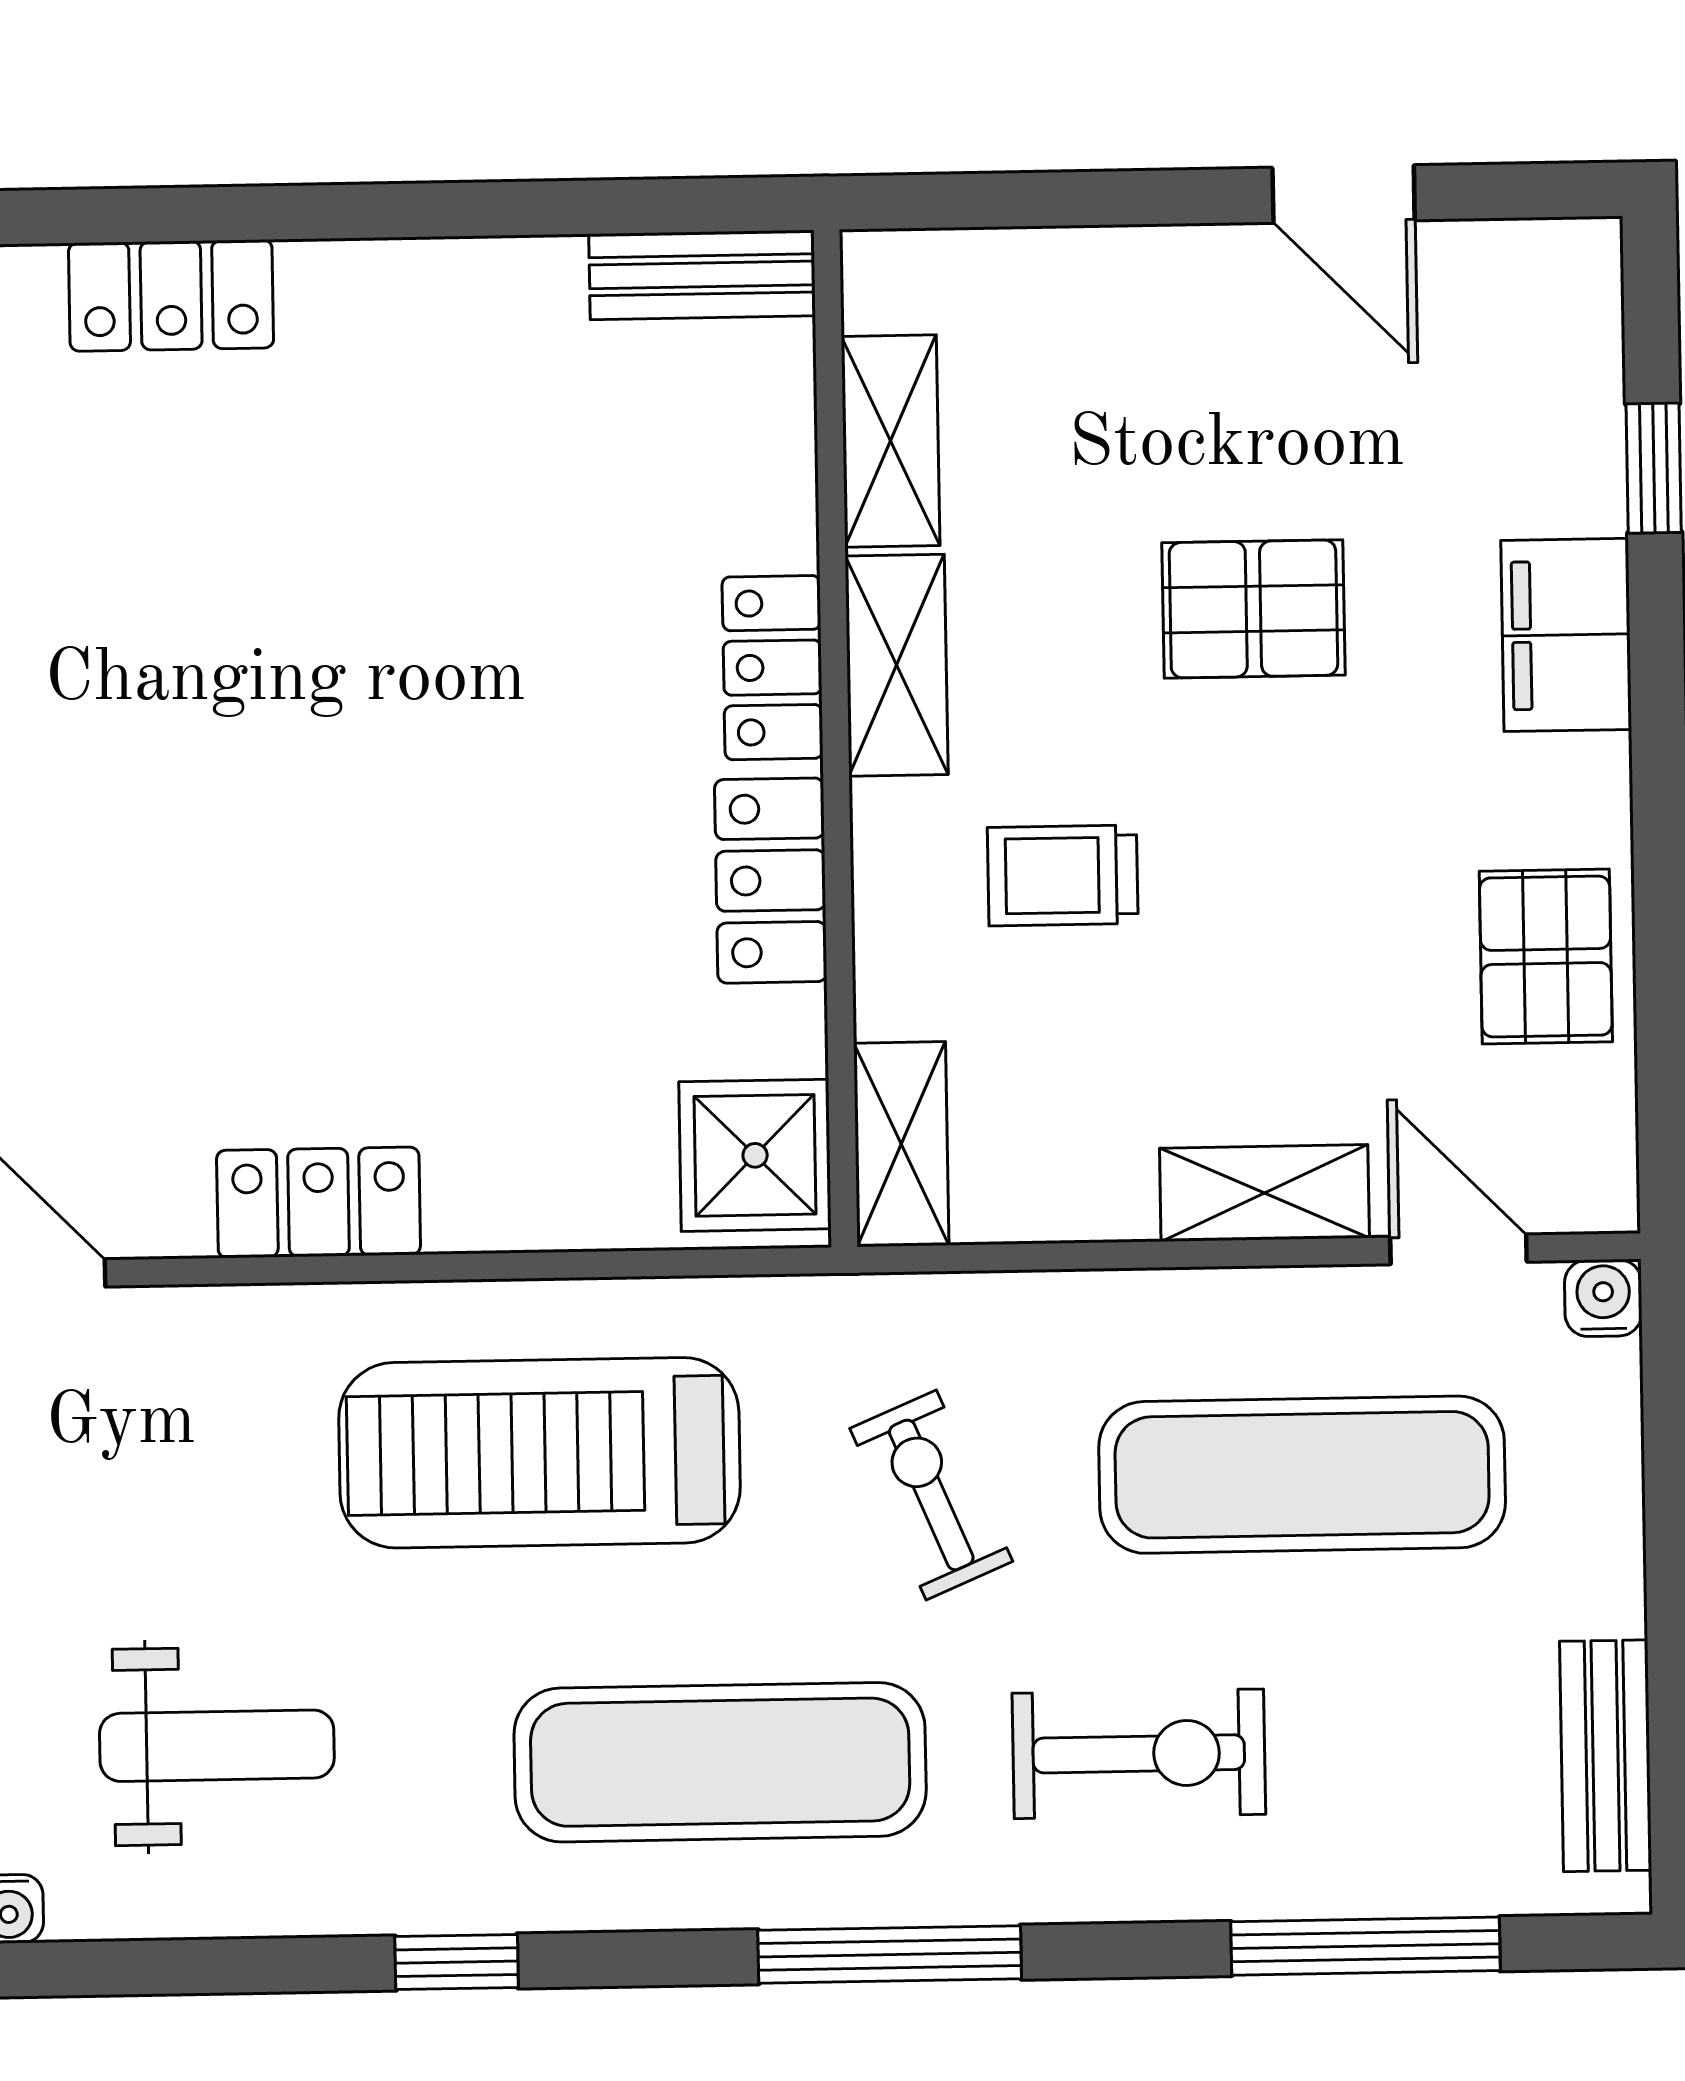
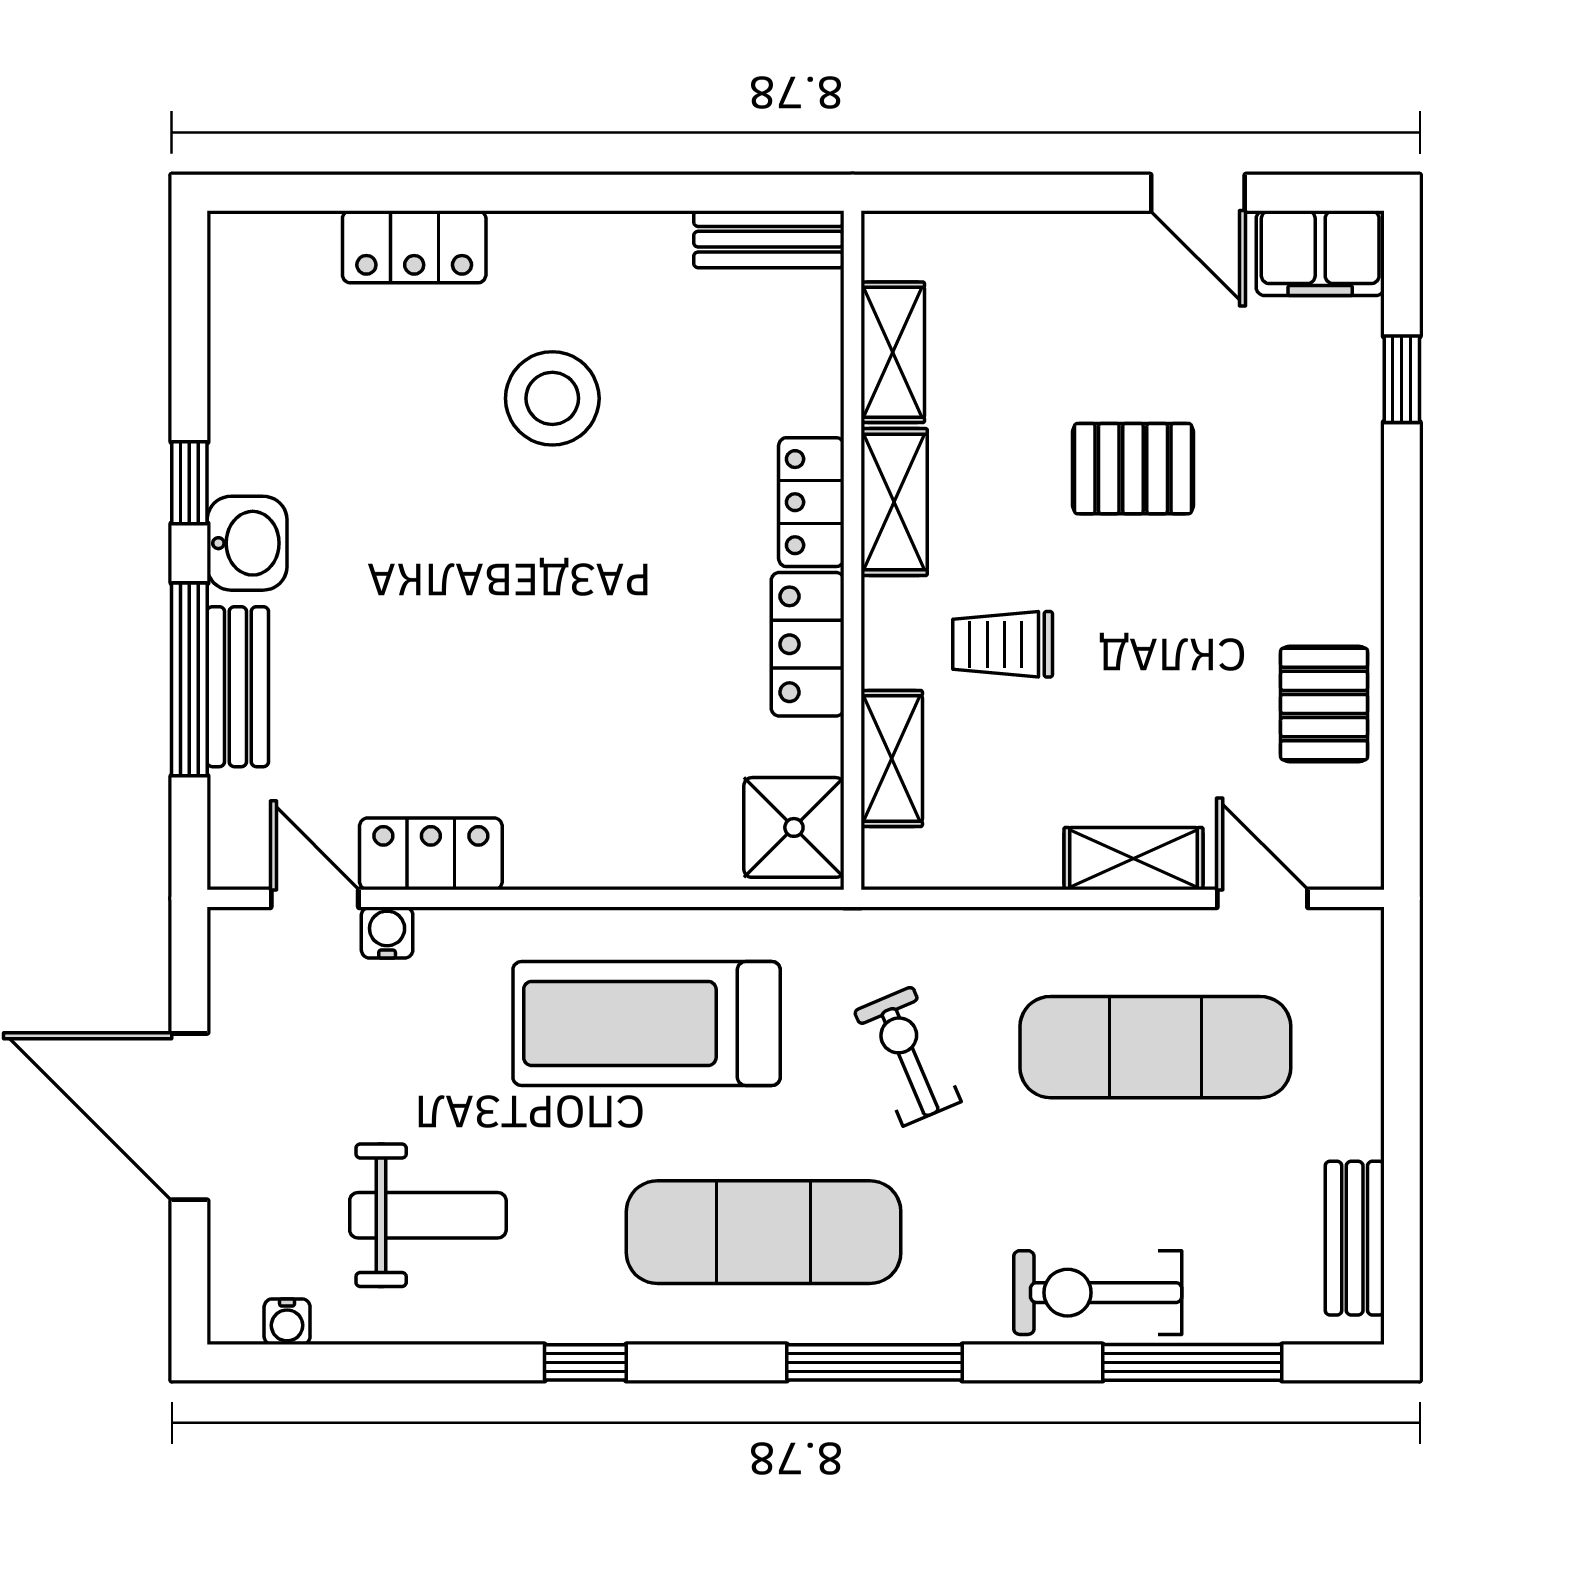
stool: (382, 519) -> (552, 398), added
filing cabinet: (1566, 635) -> (1320, 253), moved, turned -90
shelving: (901, 1144) -> (892, 758), moved
locker: (319, 1202) -> (431, 854), moved
water cooler: (1603, 1298) -> (387, 933), moved
exercise bike: (1139, 1754) -> (1098, 1293), moved, turned 180

